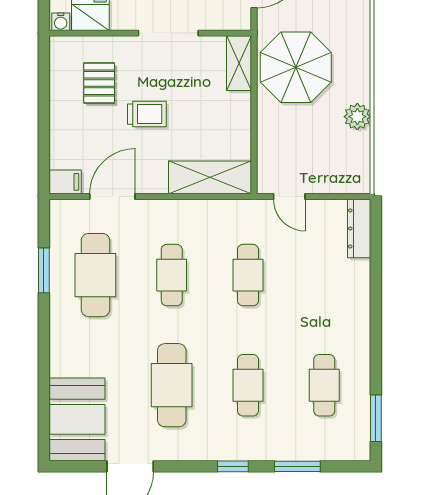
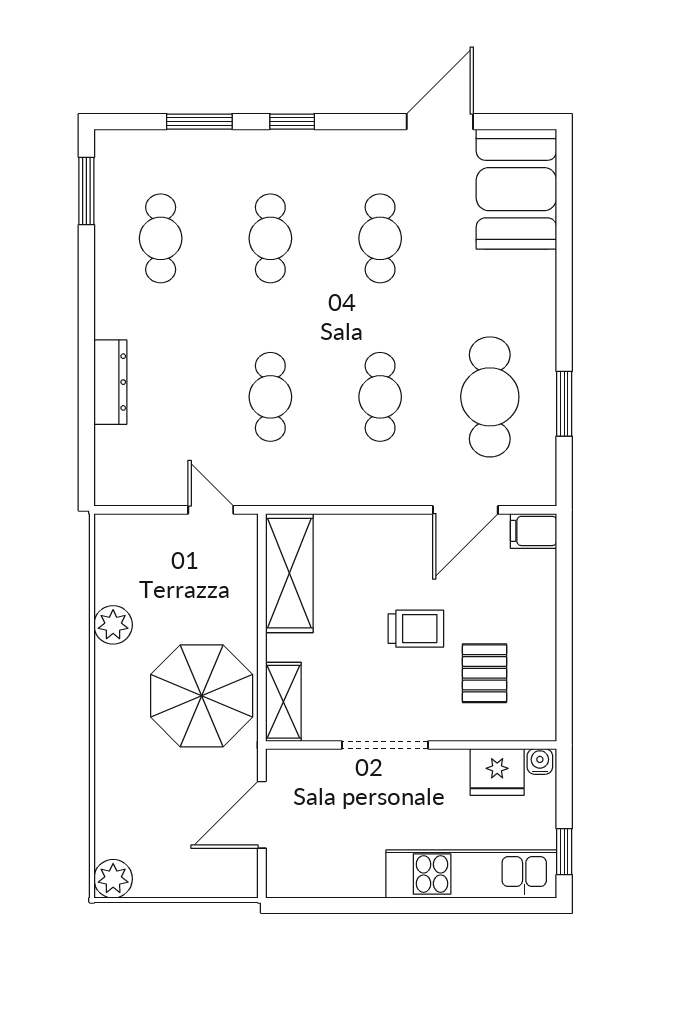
trolley: (147, 114) -> (416, 629), turned 180
shelving: (210, 177) -> (289, 573), moved, turned 90
dresser: (359, 228) -> (110, 382), moved
cafe table: (172, 385) -> (380, 238), width x0.73, depth x0.74

